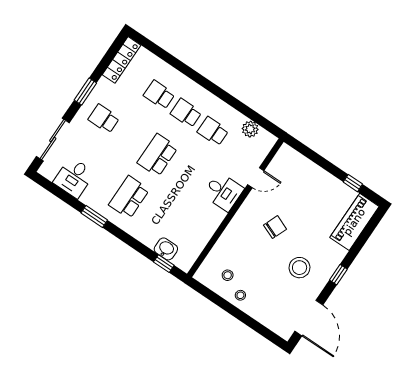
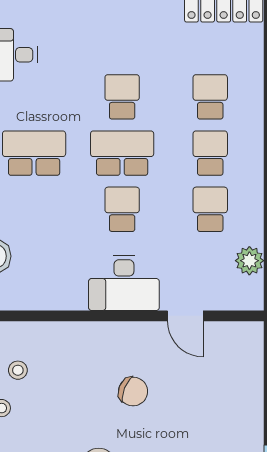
school desk: (104, 119) -> (122, 97), moved
school desk: (184, 173) -> (122, 209), added
desk: (223, 192) -> (124, 283), width x1.37

